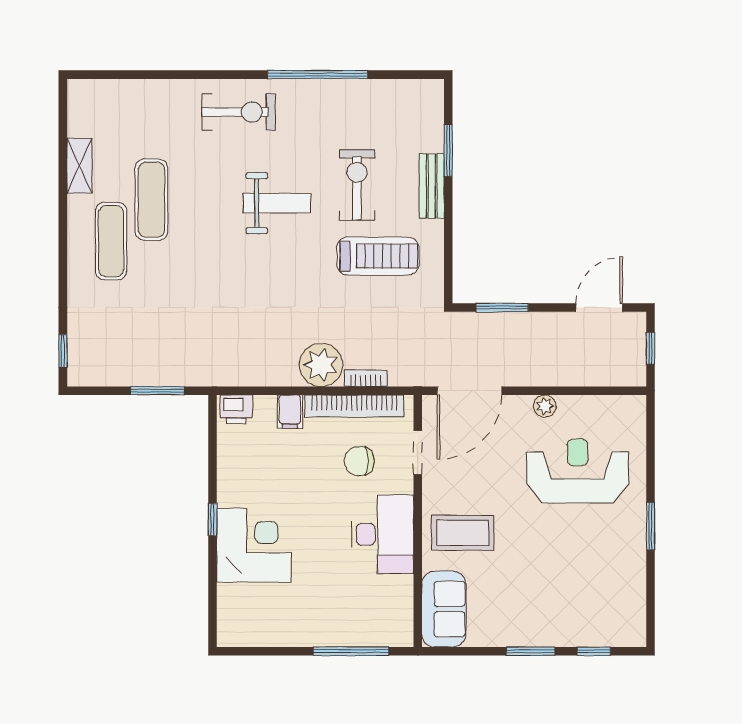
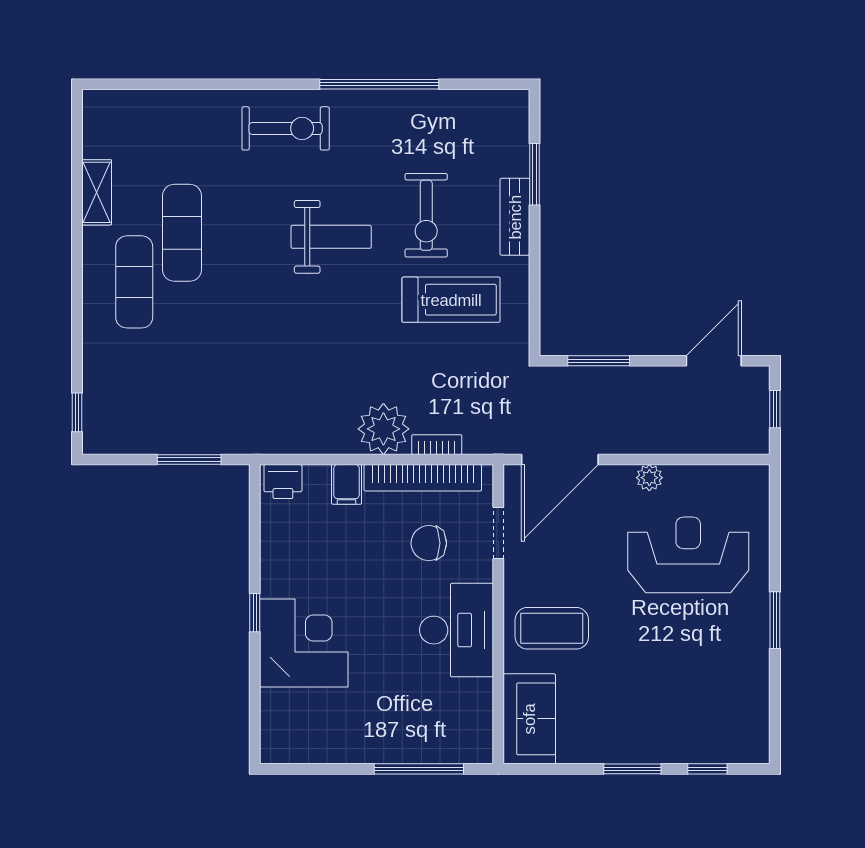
exercise bike: (357, 185) -> (426, 215), turned 180

